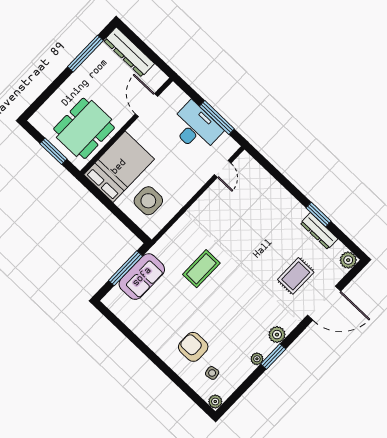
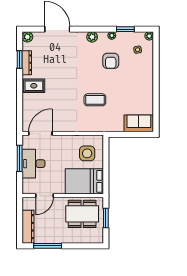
door: (223, 169) -> (40, 133), width x1.87
window: (318, 215) -> (20, 59), moved
window: (125, 268) -> (128, 134), removed
rug: (296, 276) -> (34, 86), moved
sofa: (142, 277) -> (139, 123), moved
armchair: (193, 347) -> (111, 61), moved
window: (273, 356) -> (125, 29), moved

